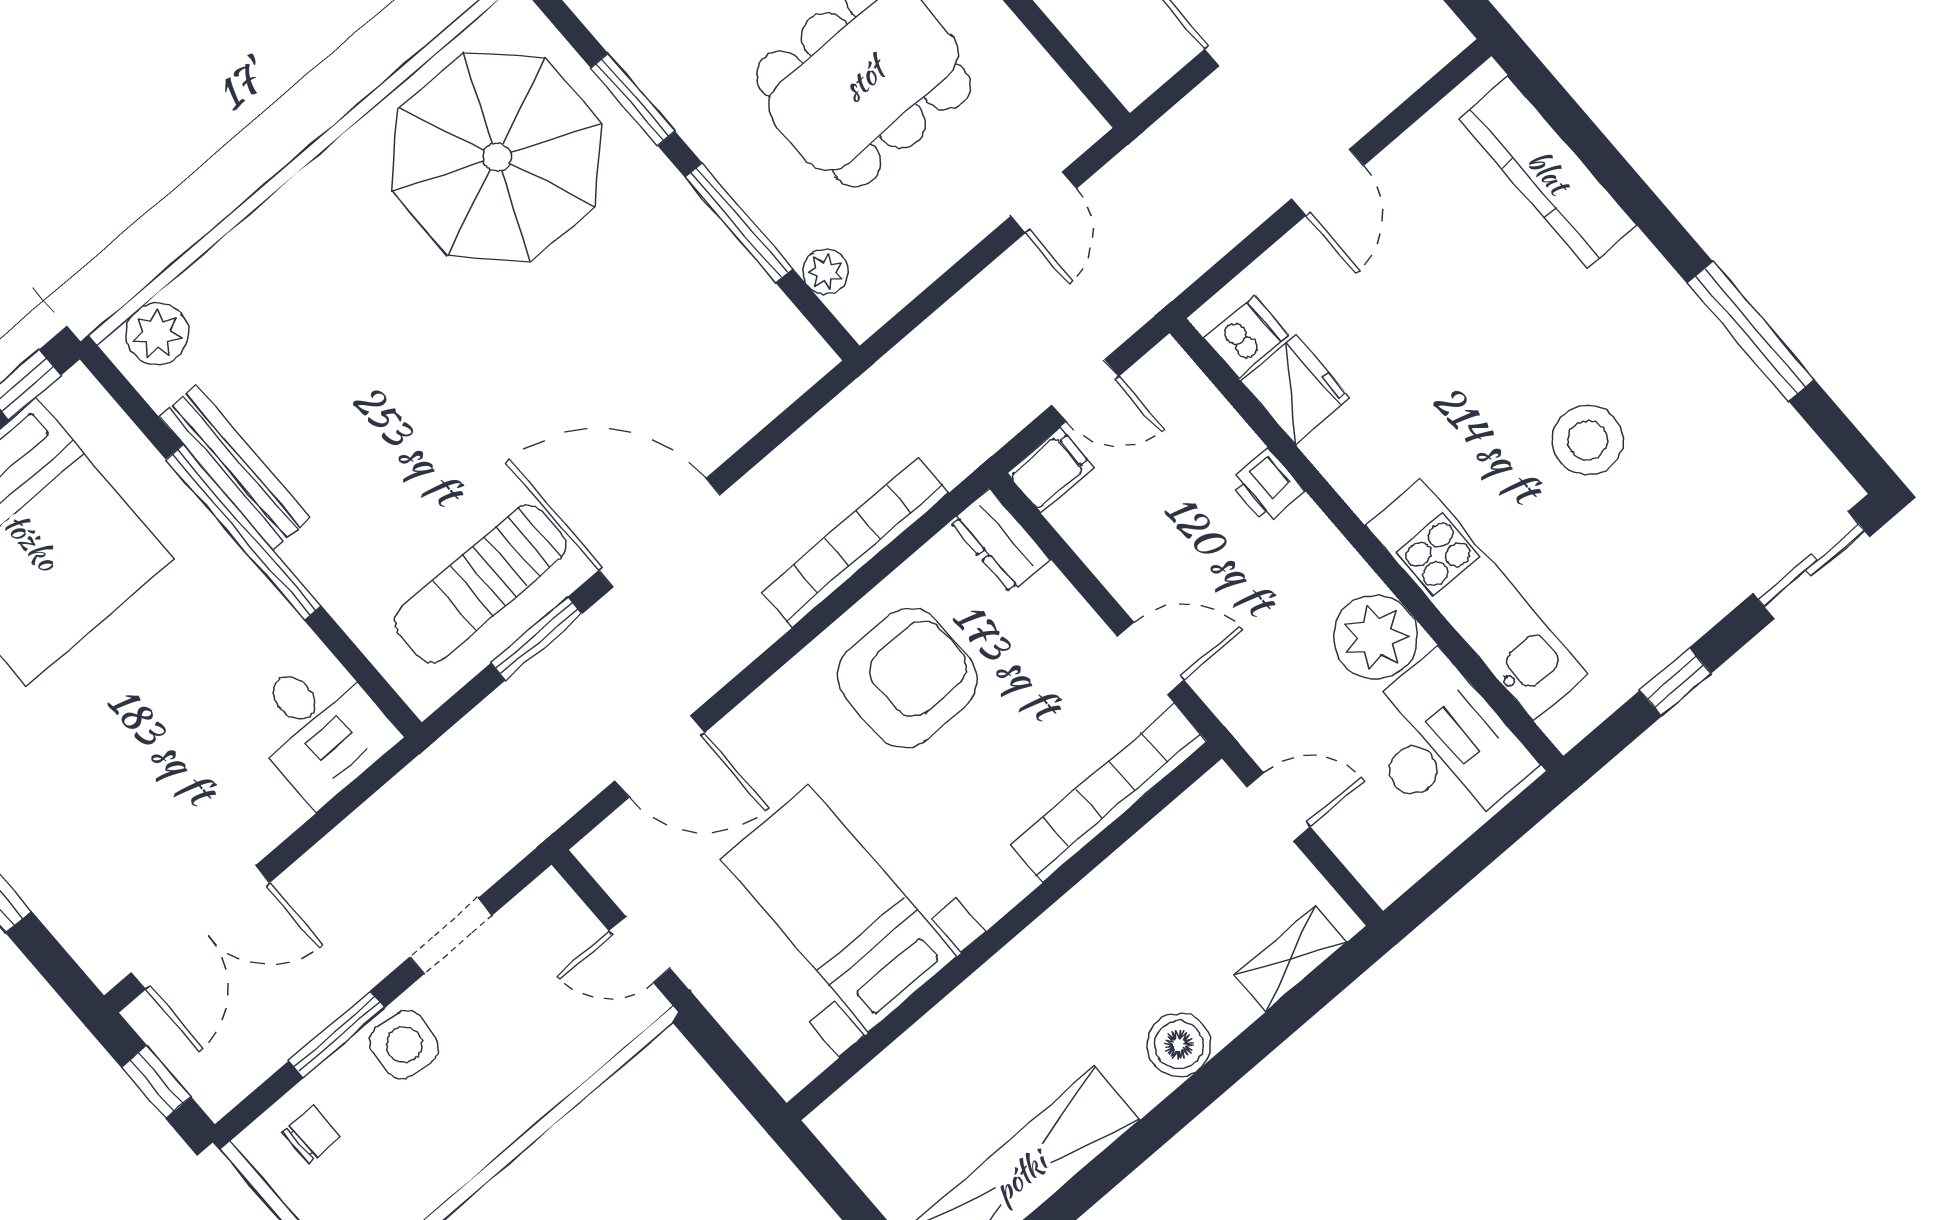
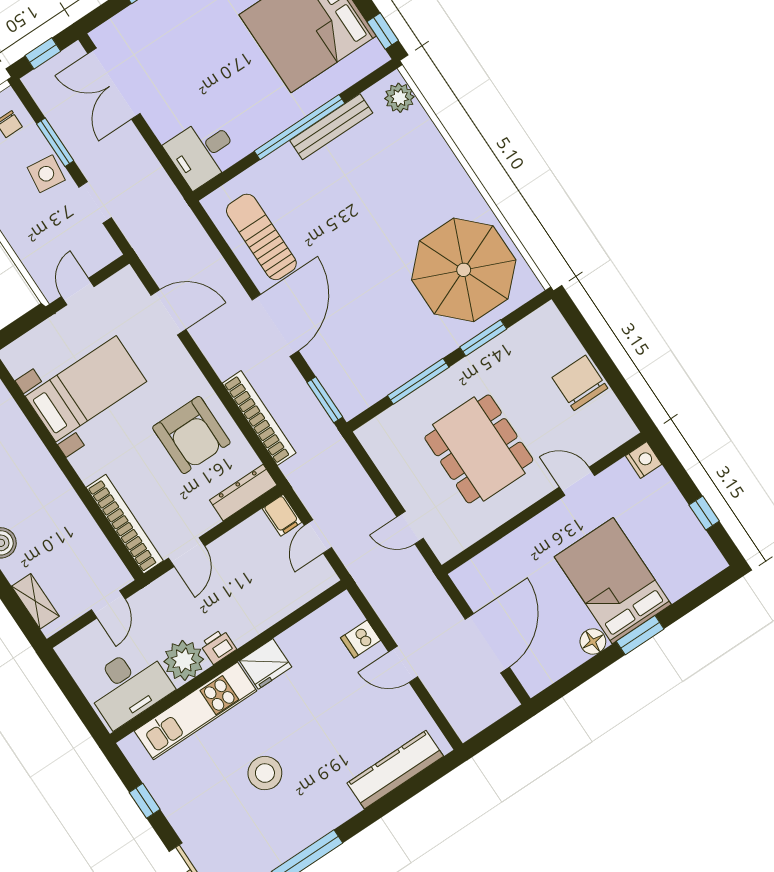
plant: (825, 271) -> (390, 420), removed
dishwasher: (1246, 337) -> (361, 639), moved, turned 90
fridge: (1296, 390) -> (266, 664), moved
printer: (1267, 487) -> (218, 646), moved
dresser: (1000, 541) -> (243, 493), width x1.44
window: (537, 638) -> (325, 400), moved
door: (660, 757) -> (168, 312), swing flipped

